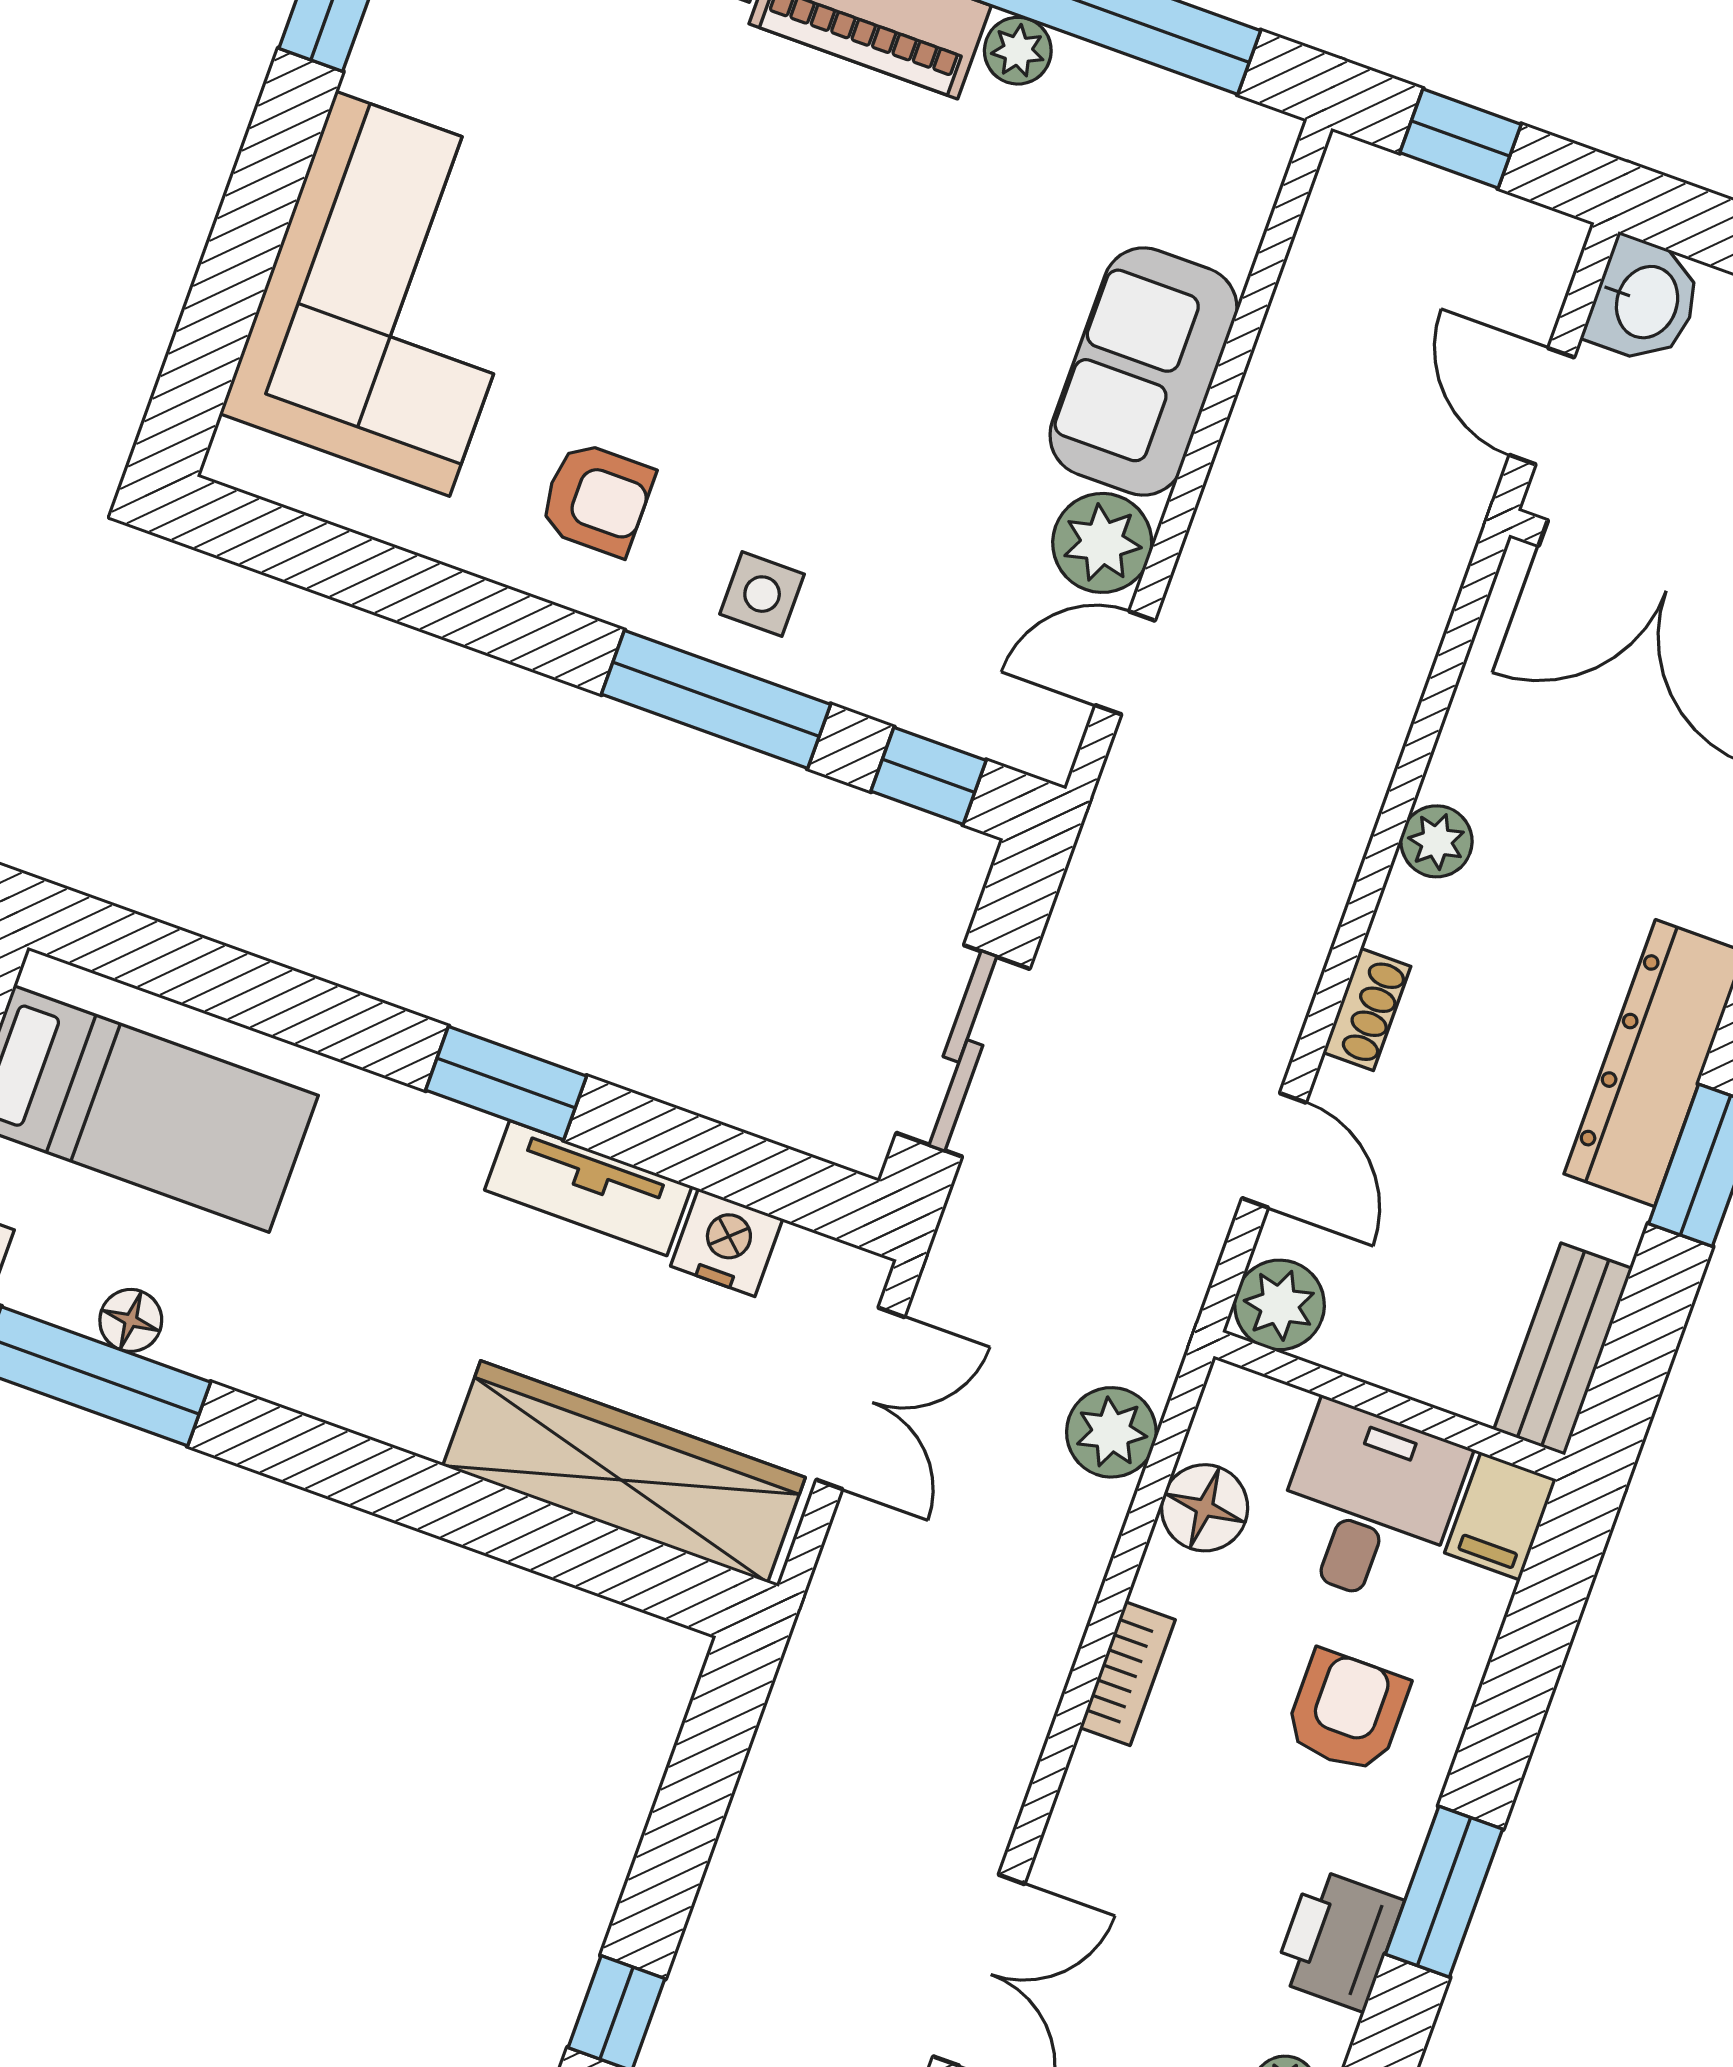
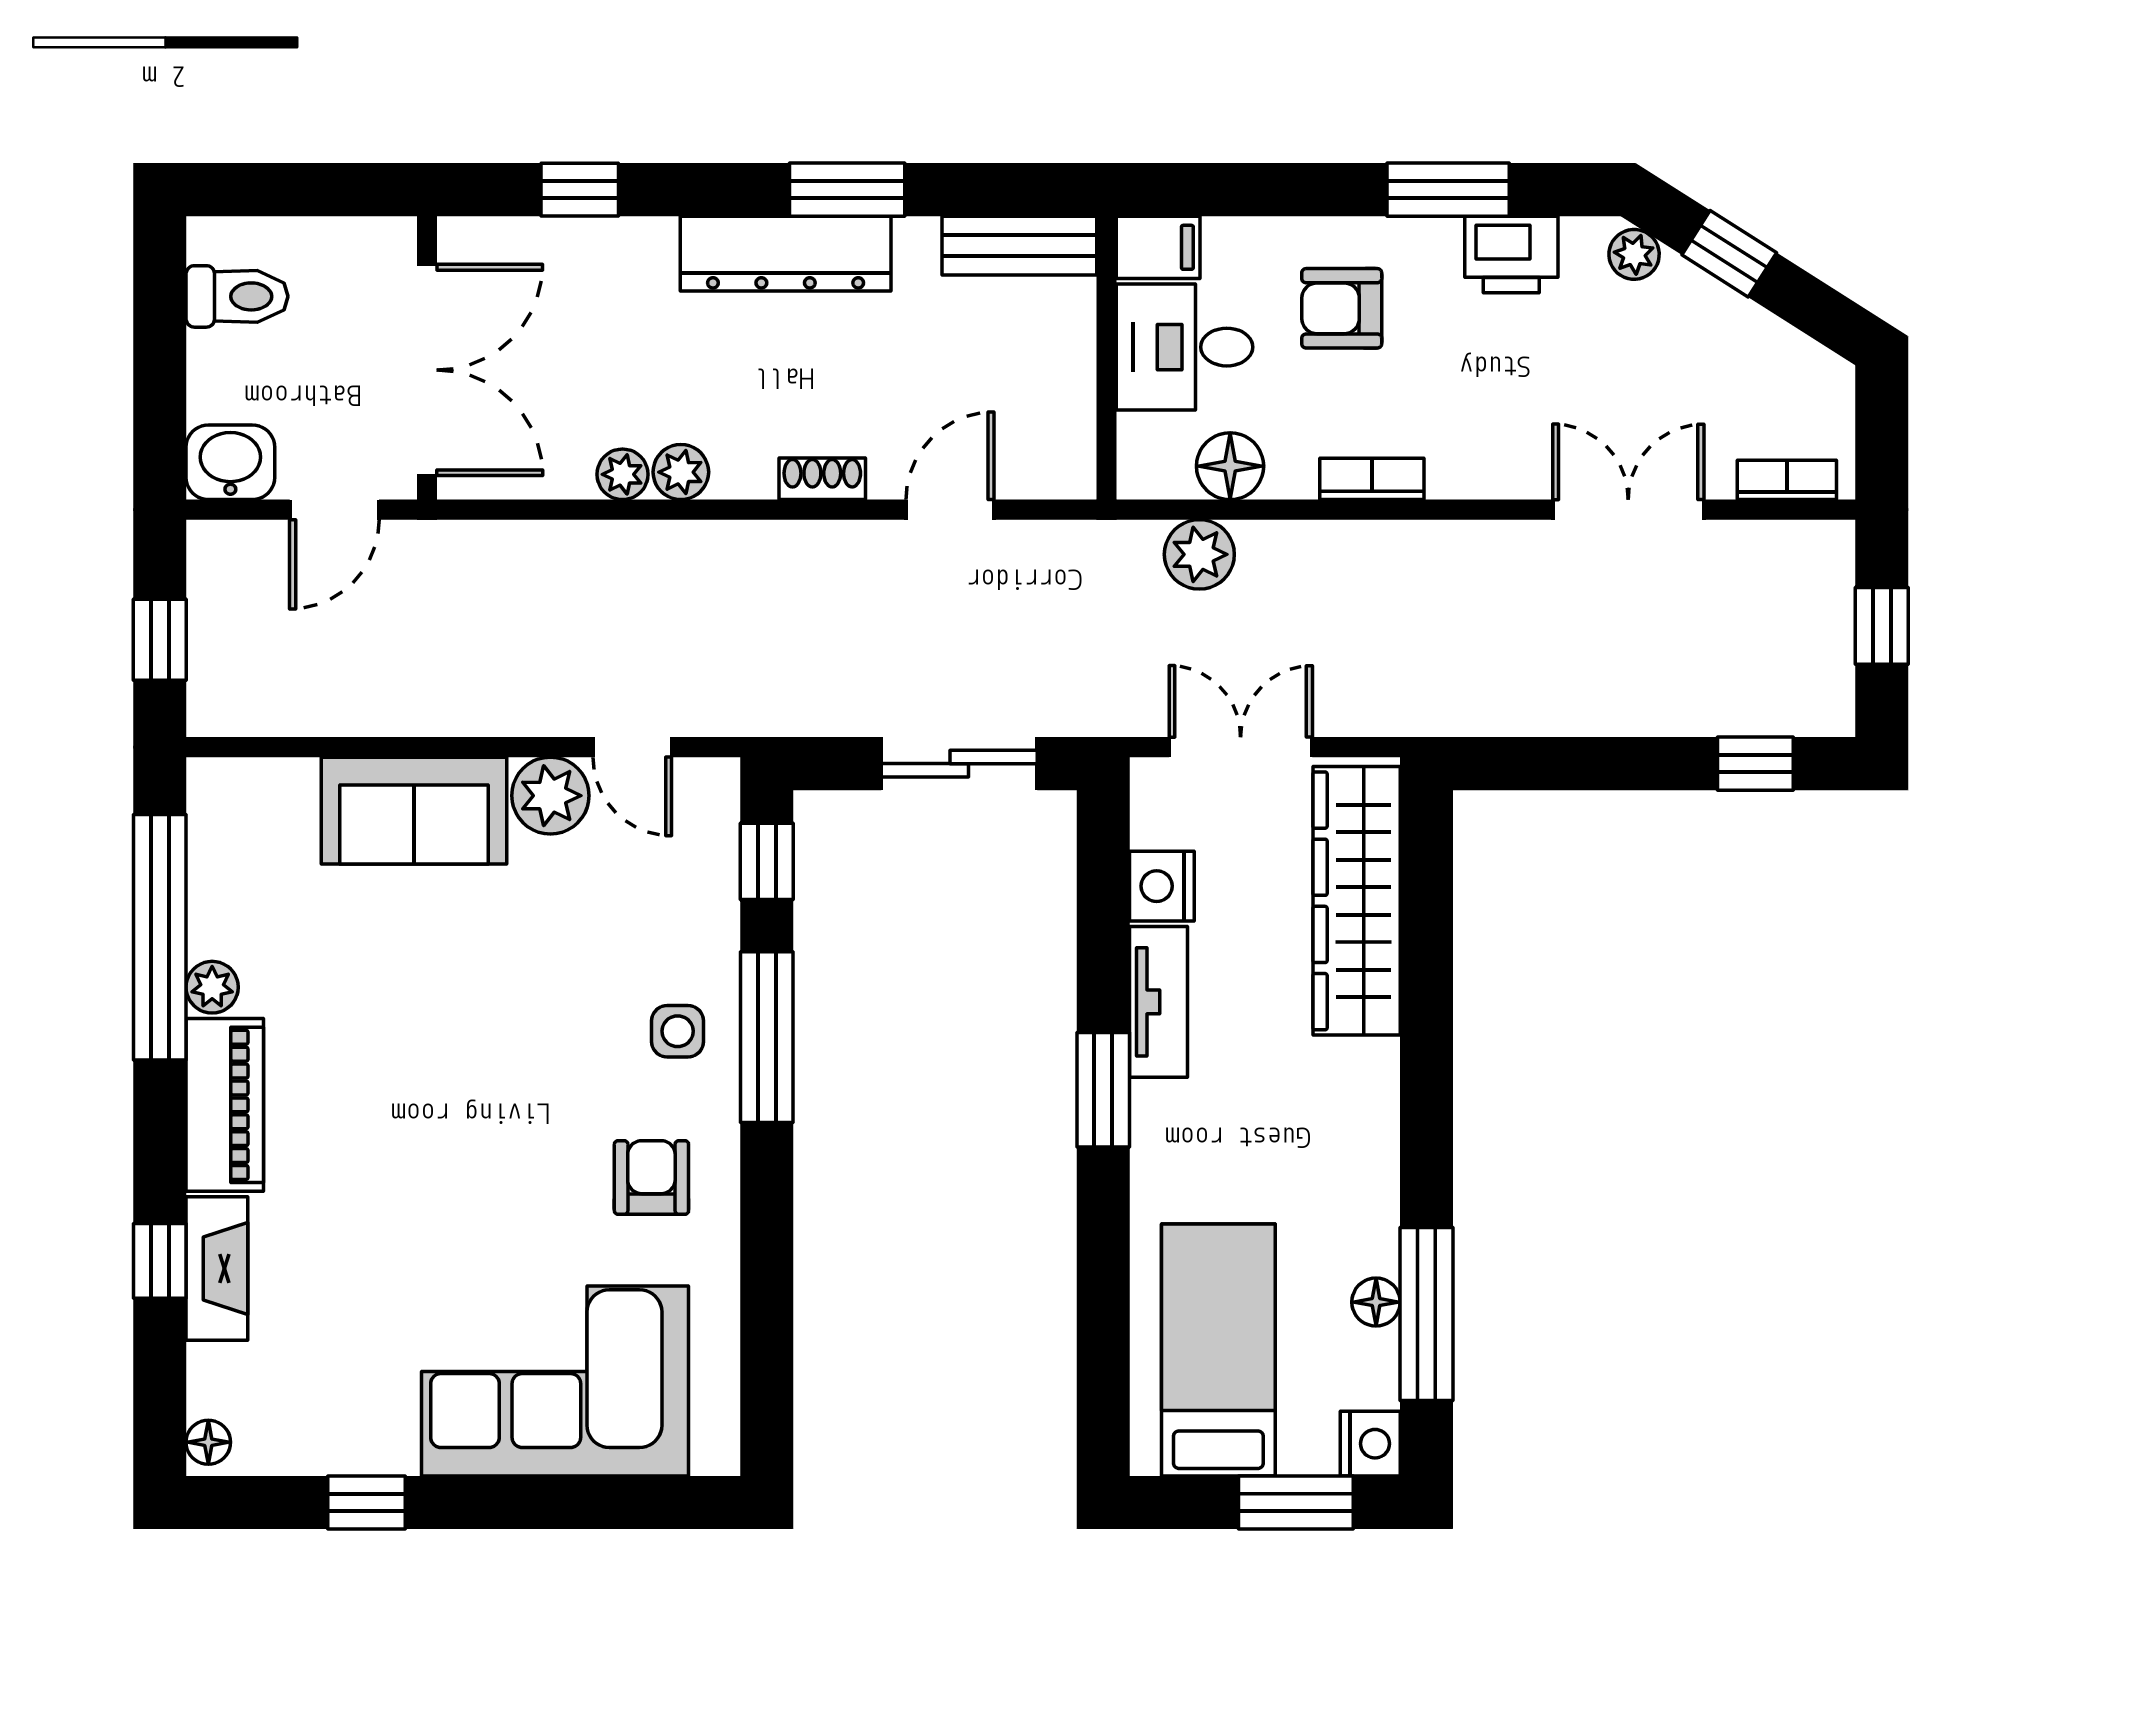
plant: (1280, 1305) -> (623, 474), moved, width x0.73, depth x0.73

